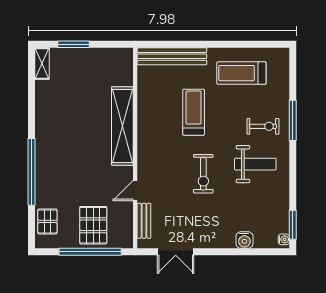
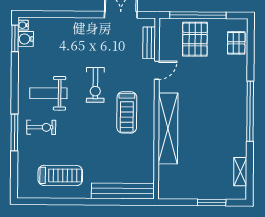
shelving: (42, 63) -> (240, 172), moved
treadmill: (194, 112) -> (127, 112), moved
exercise bike: (263, 126) -> (41, 127), turned 180
window: (31, 172) -> (250, 111), moved
exercise bike: (203, 174) -> (95, 85), turned 180
water cooler: (244, 240) -> (26, 39), moved, turned -90

